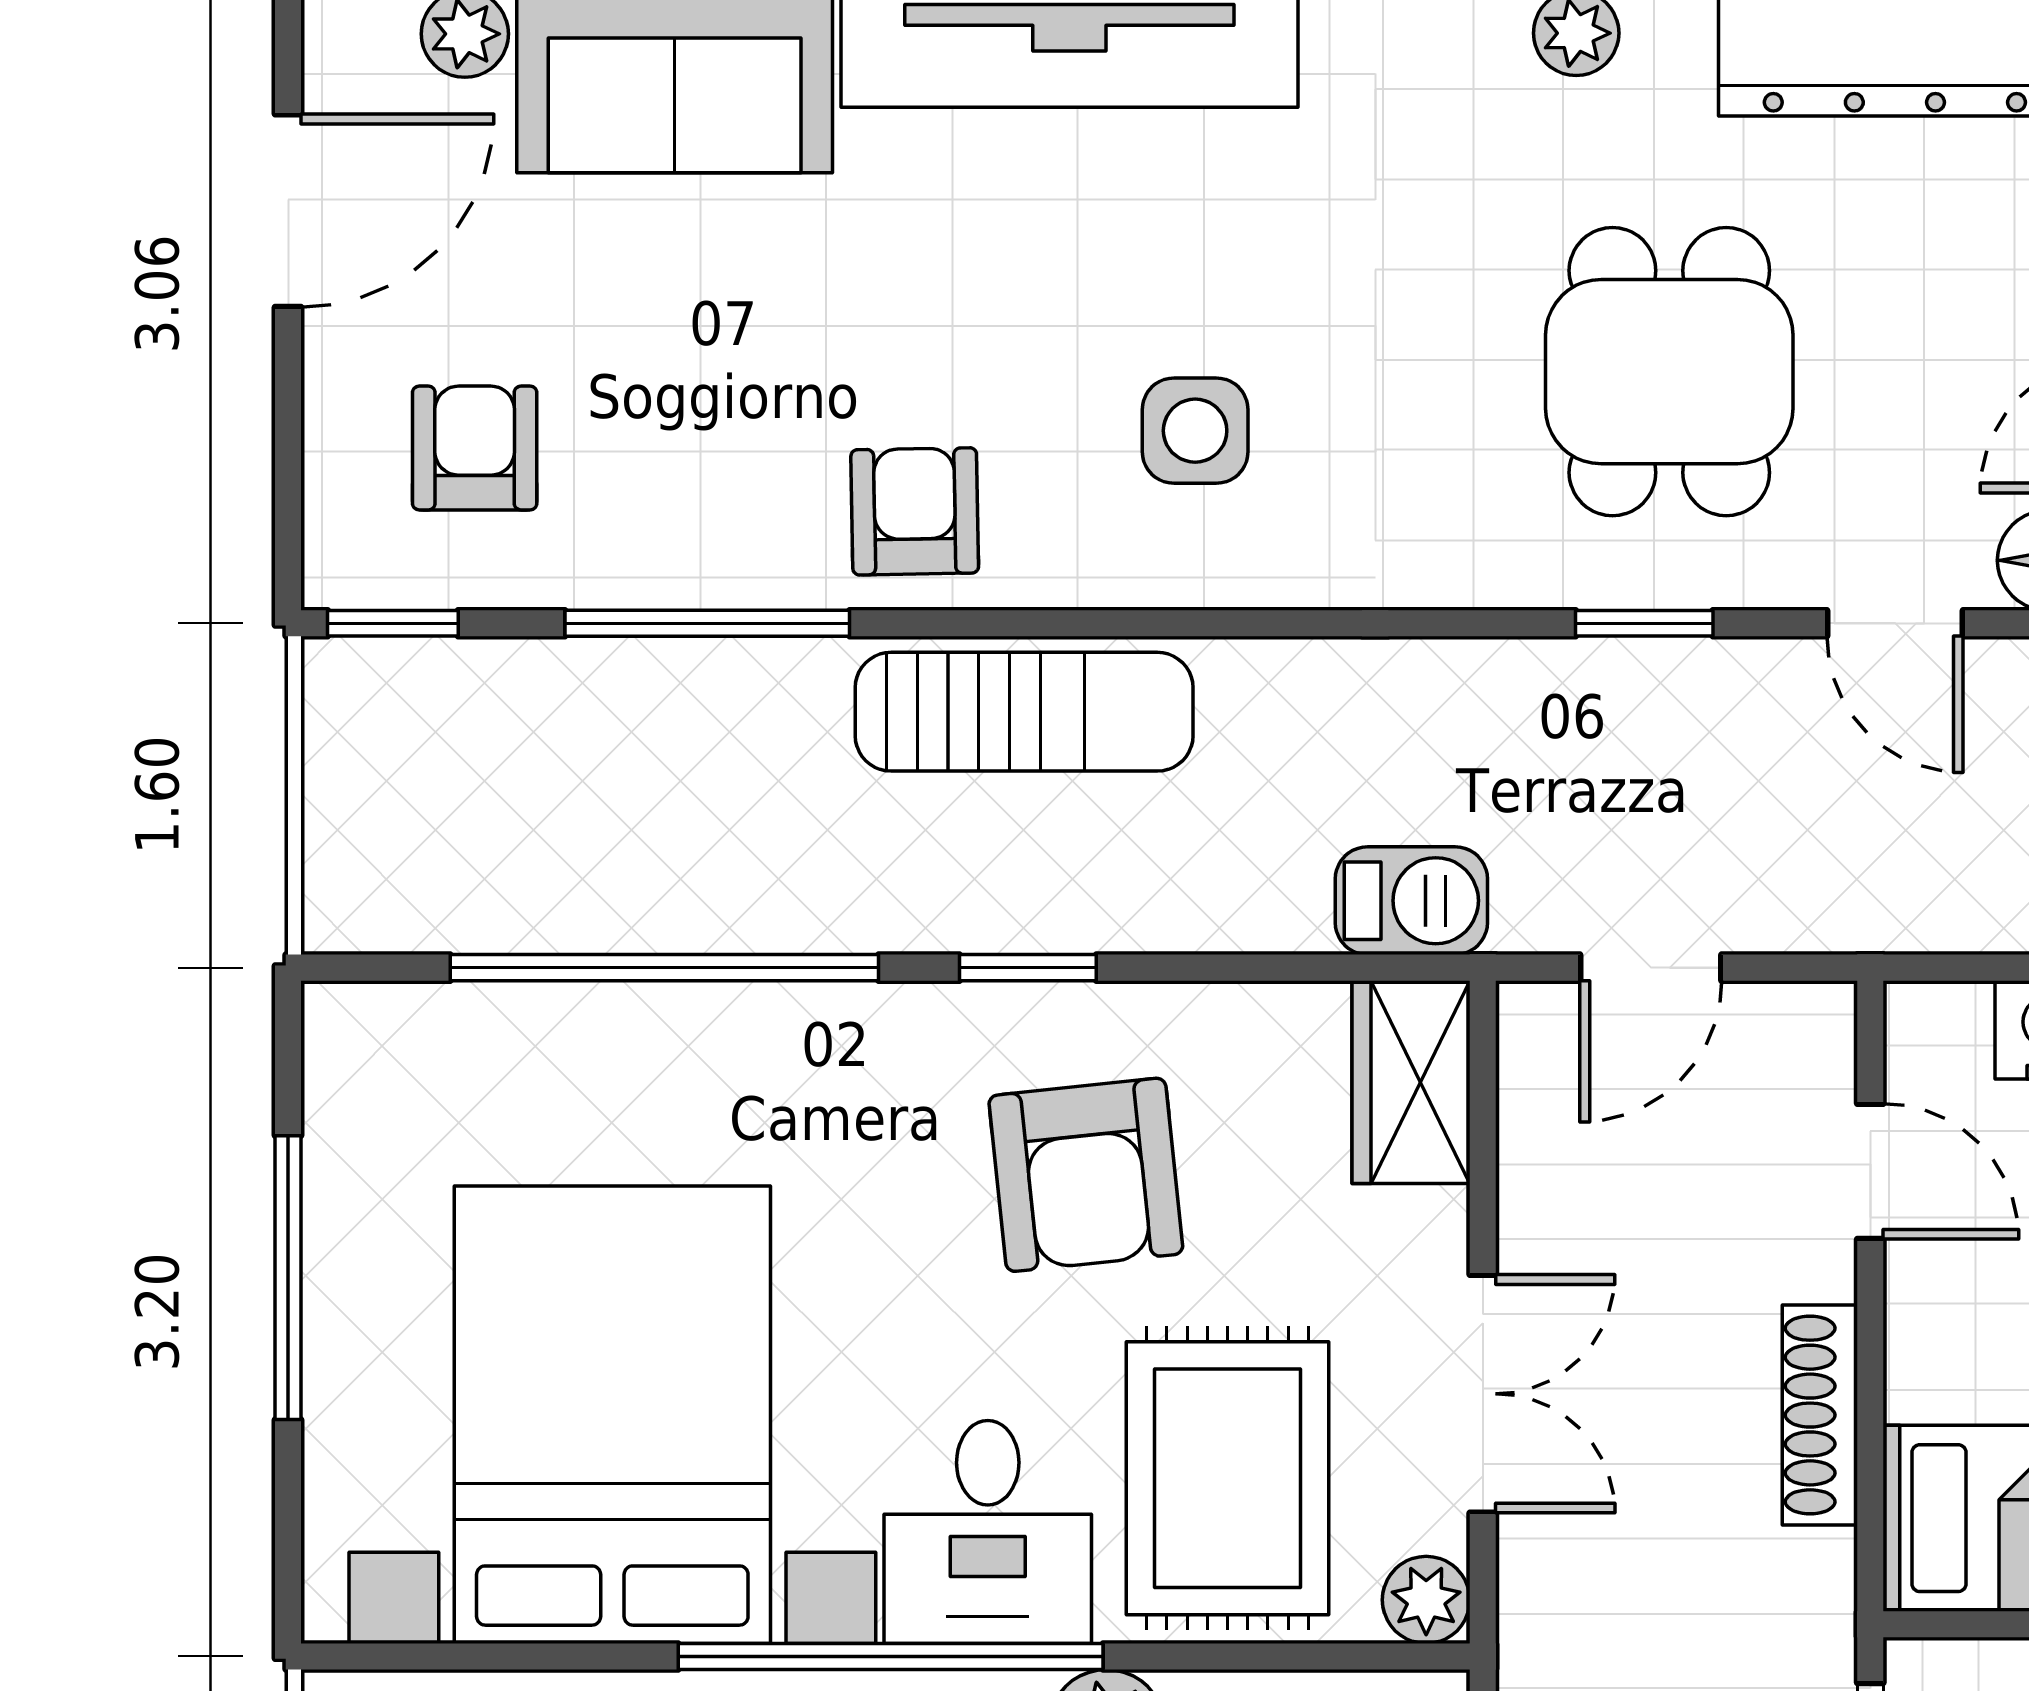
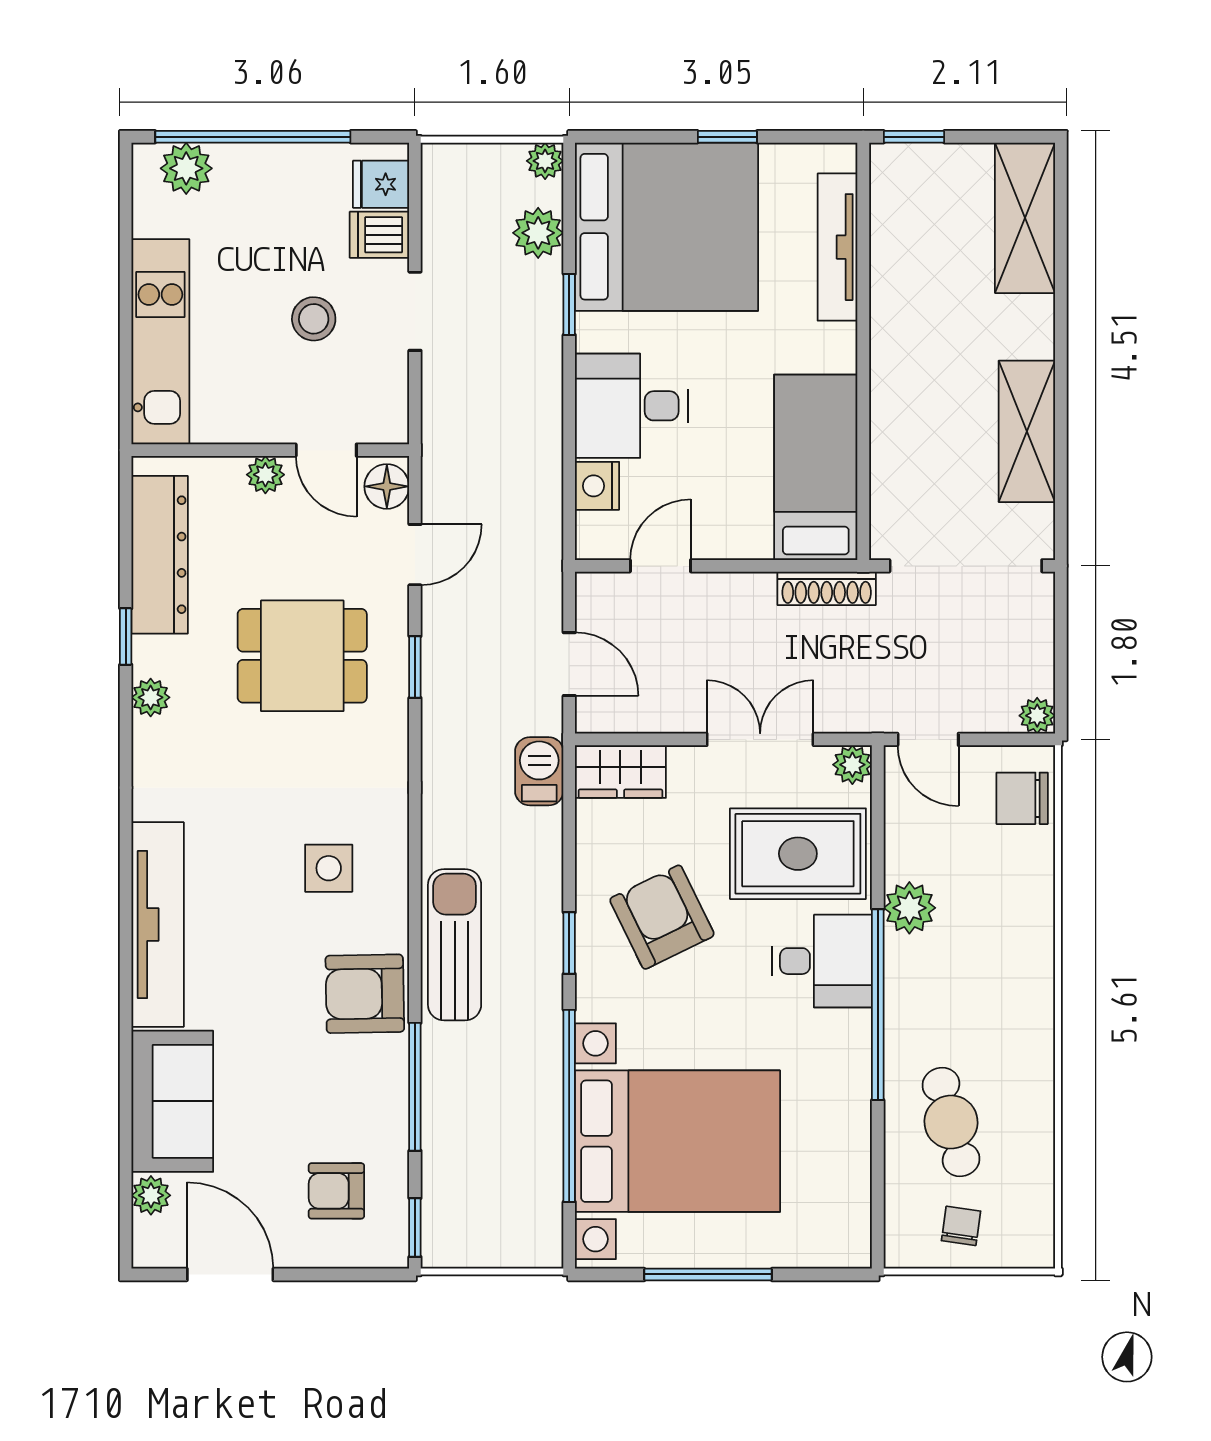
armchair: (915, 511) -> (365, 994), width x1.38, depth x1.38
armchair: (1086, 1175) -> (662, 917), turned -110
bed with nightstands: (612, 1415) -> (678, 1141), moved, turned 180
shoe rack: (1820, 1415) -> (827, 588), moved

